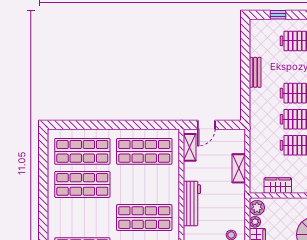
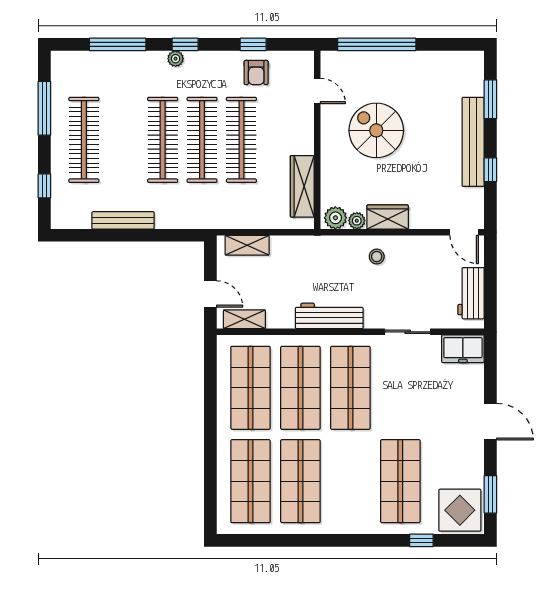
bench: (255, 72) -> (123, 220), width x1.36
shelving: (239, 168) -> (247, 245), moved
shop shelf: (144, 184) -> (300, 388), added
wardrobe: (278, 186) -> (302, 186), width x1.50

